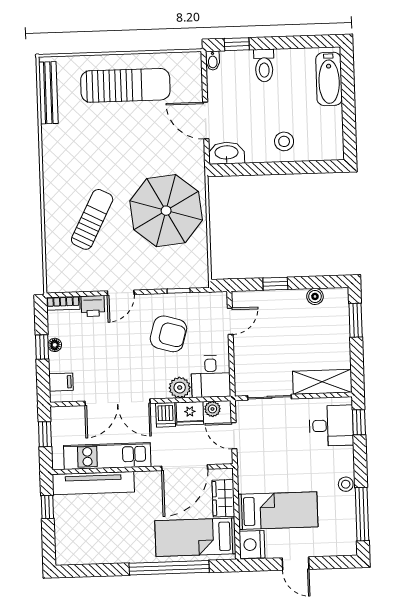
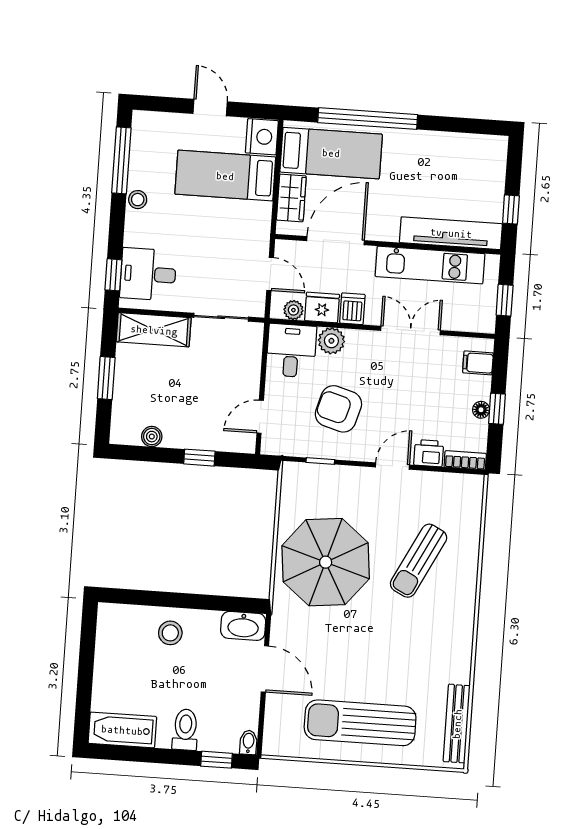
bathtub: (329, 79) -> (122, 730), moved, turned -90
window: (356, 320) -> (106, 378), moved
double door: (117, 402) -> (410, 330), width x0.73

